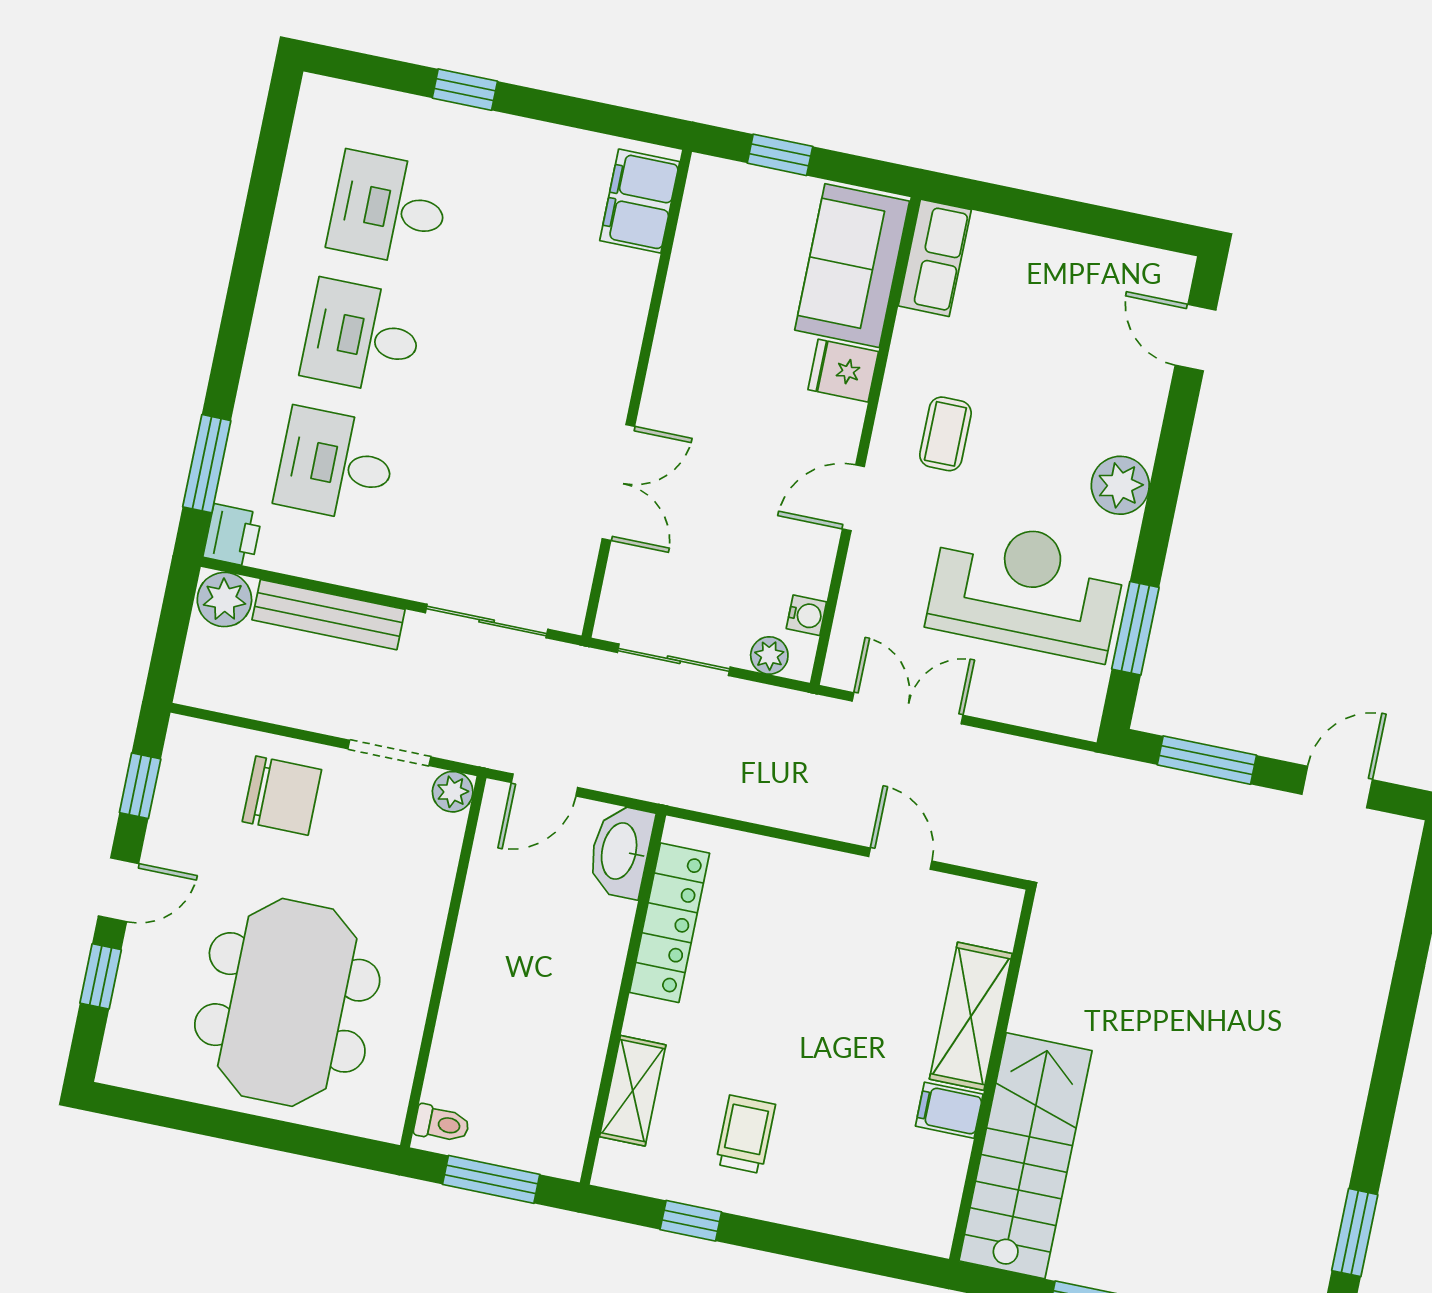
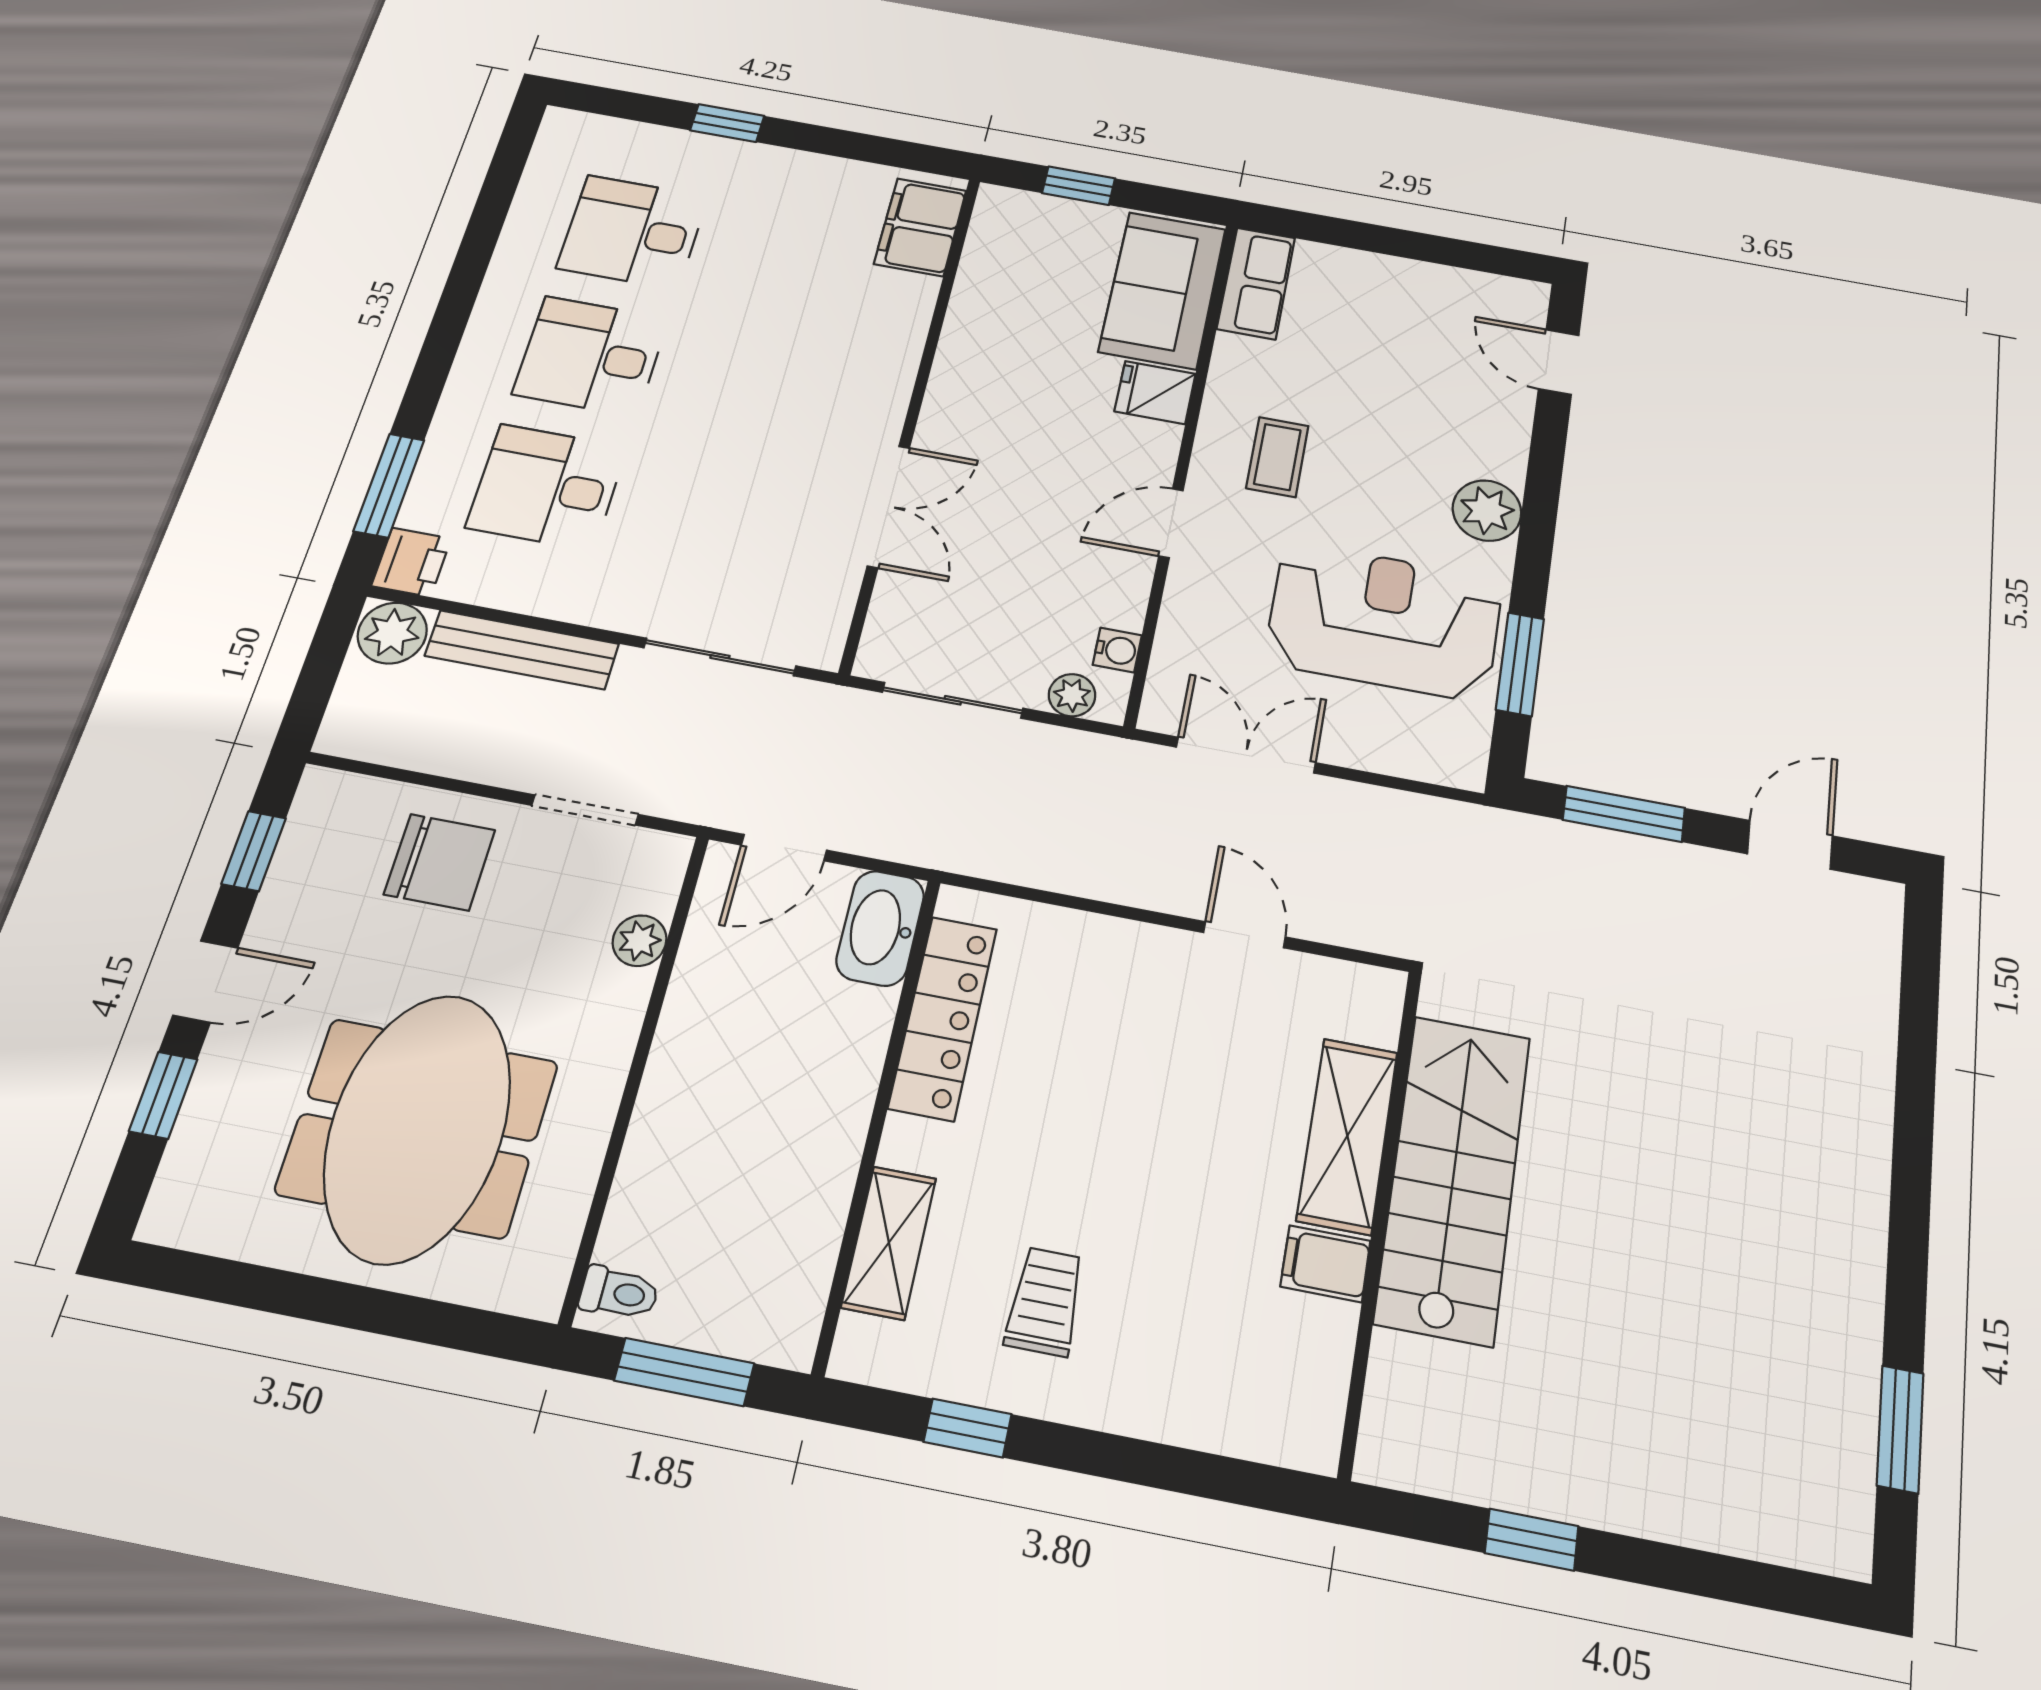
plant: (453, 792) -> (639, 941), moved
stairs: (1025, 1156) -> (1453, 1178), moved

